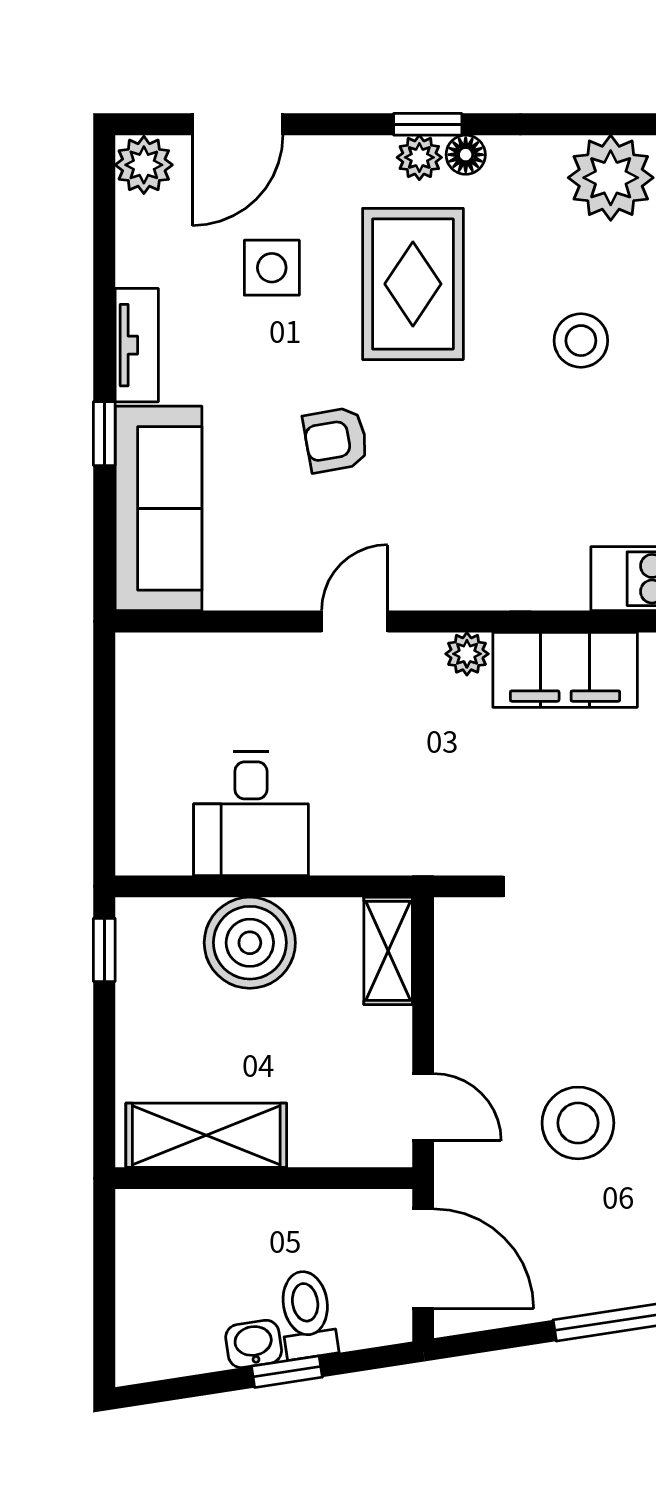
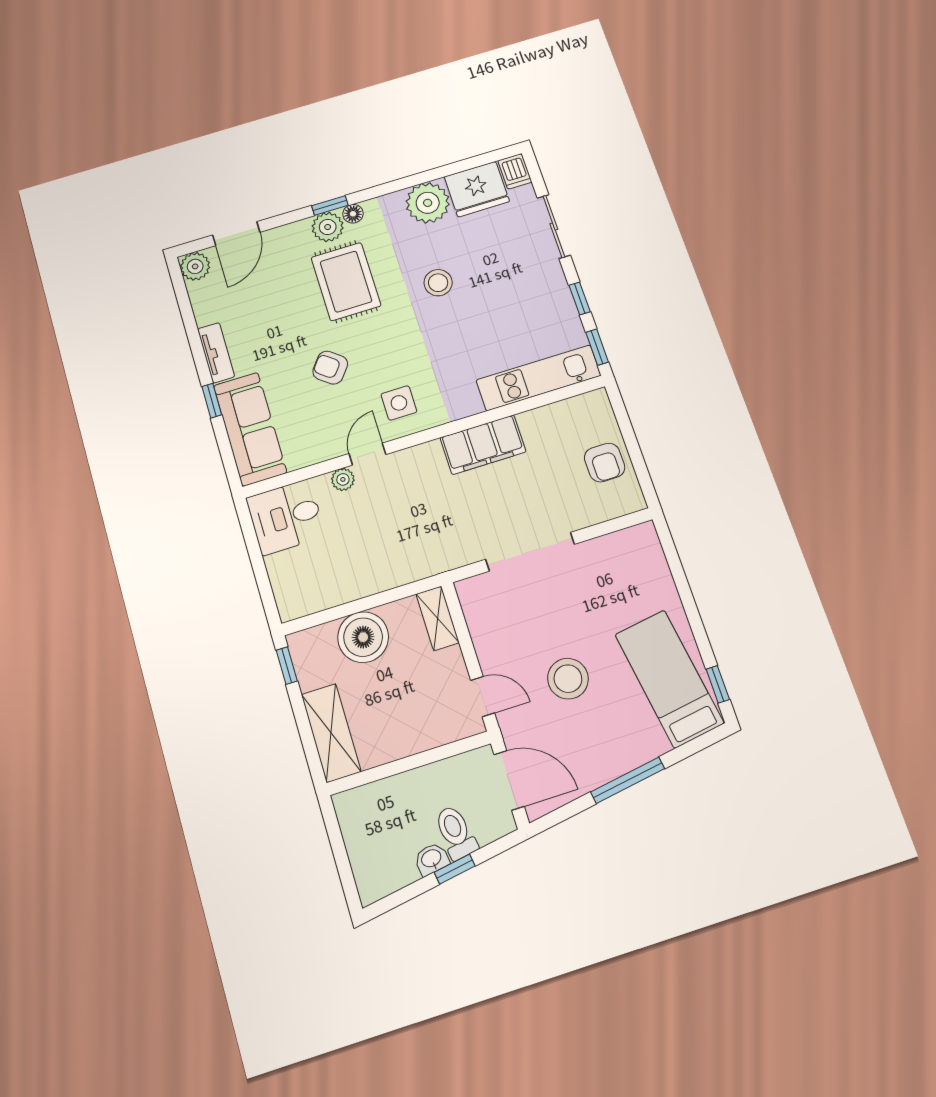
plant: (419, 157) -> (328, 227), width x1.38, depth x1.38
side table: (272, 268) -> (399, 403), moved
armchair: (336, 440) -> (330, 368), turned 48
plant: (467, 654) -> (343, 479), moved
desk: (251, 814) -> (286, 517), moved, turned 90
shelving: (206, 1135) -> (331, 733), moved, turned 90

